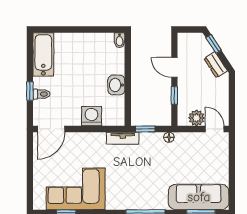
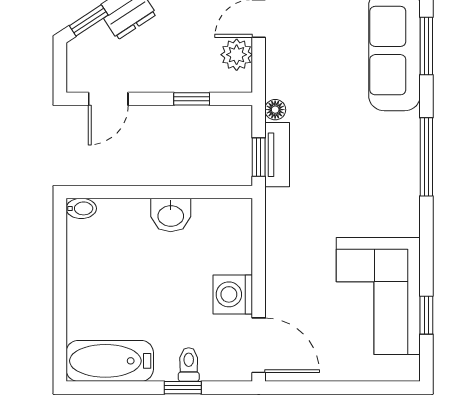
door: (174, 67) -> (108, 99), moved
washing machine: (92, 116) -> (233, 294), moved
tv unit: (123, 138) -> (277, 155), moved

